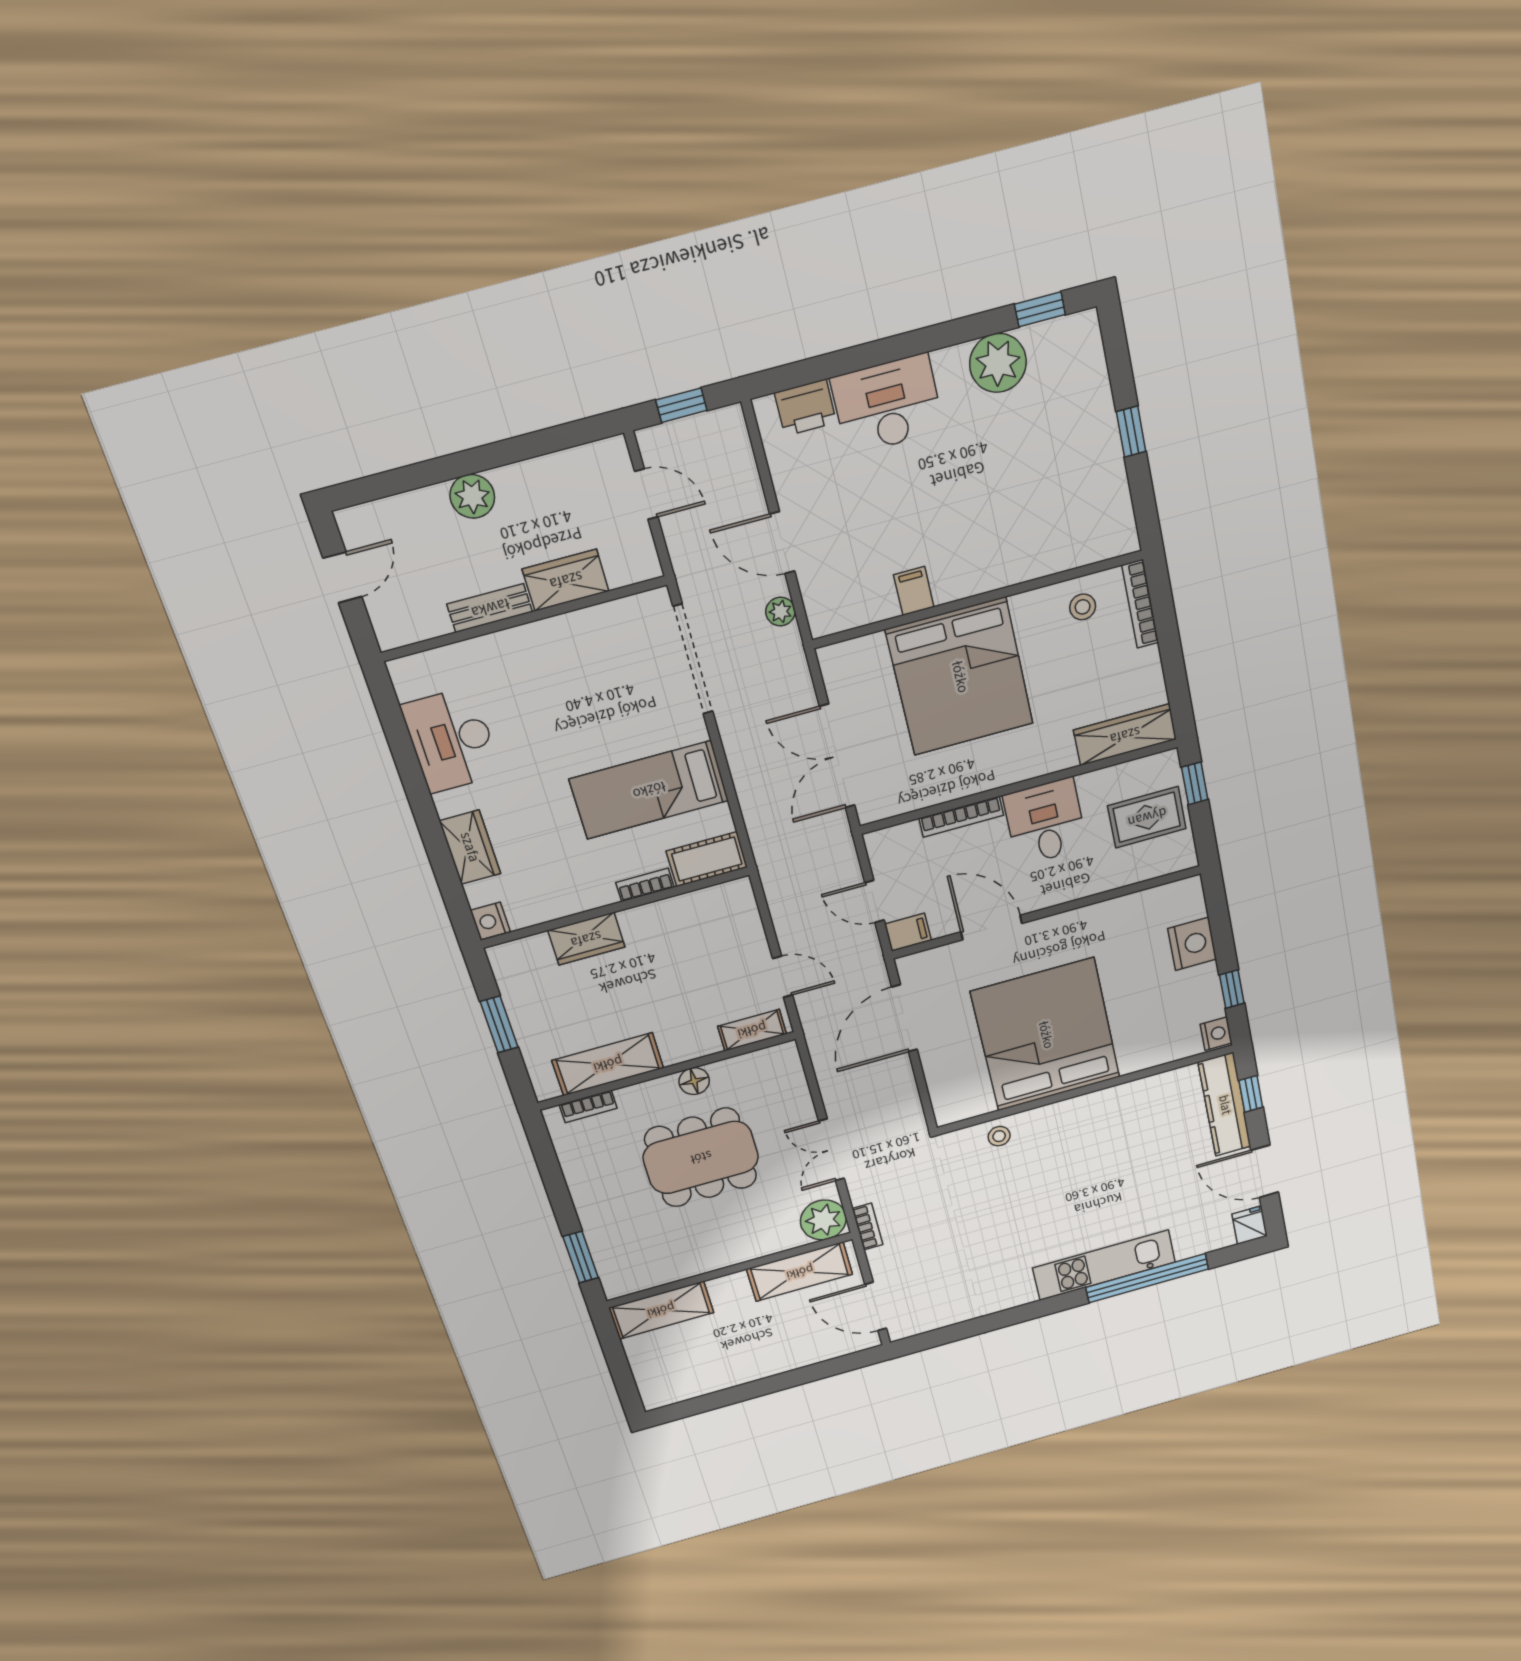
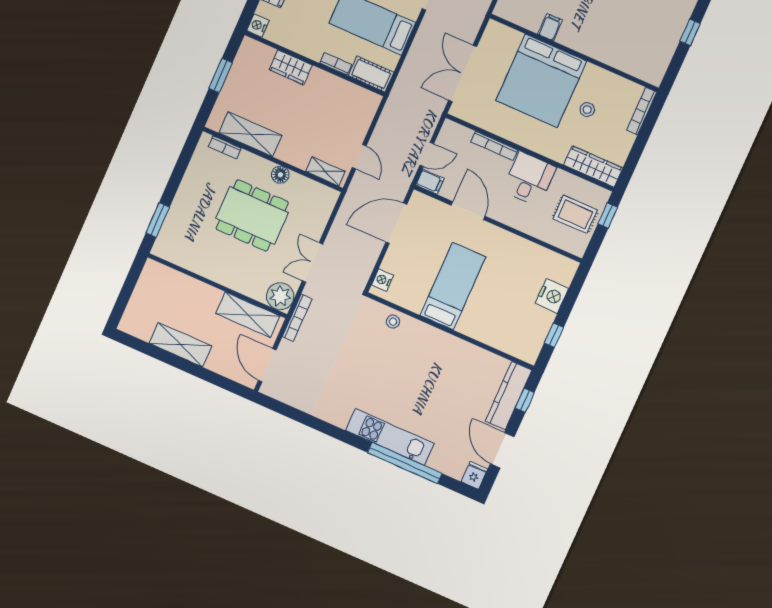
stool: (1083, 607) -> (587, 110), moved
door: (874, 901) -> (427, 154), swing flipped
nightstand: (1216, 1034) -> (383, 280), moved, turned 180
bed: (1046, 1035) -> (453, 286), width x0.49
bookcase: (868, 1227) -> (297, 318), width x1.56
shelving: (661, 1310) -> (181, 345), moved

